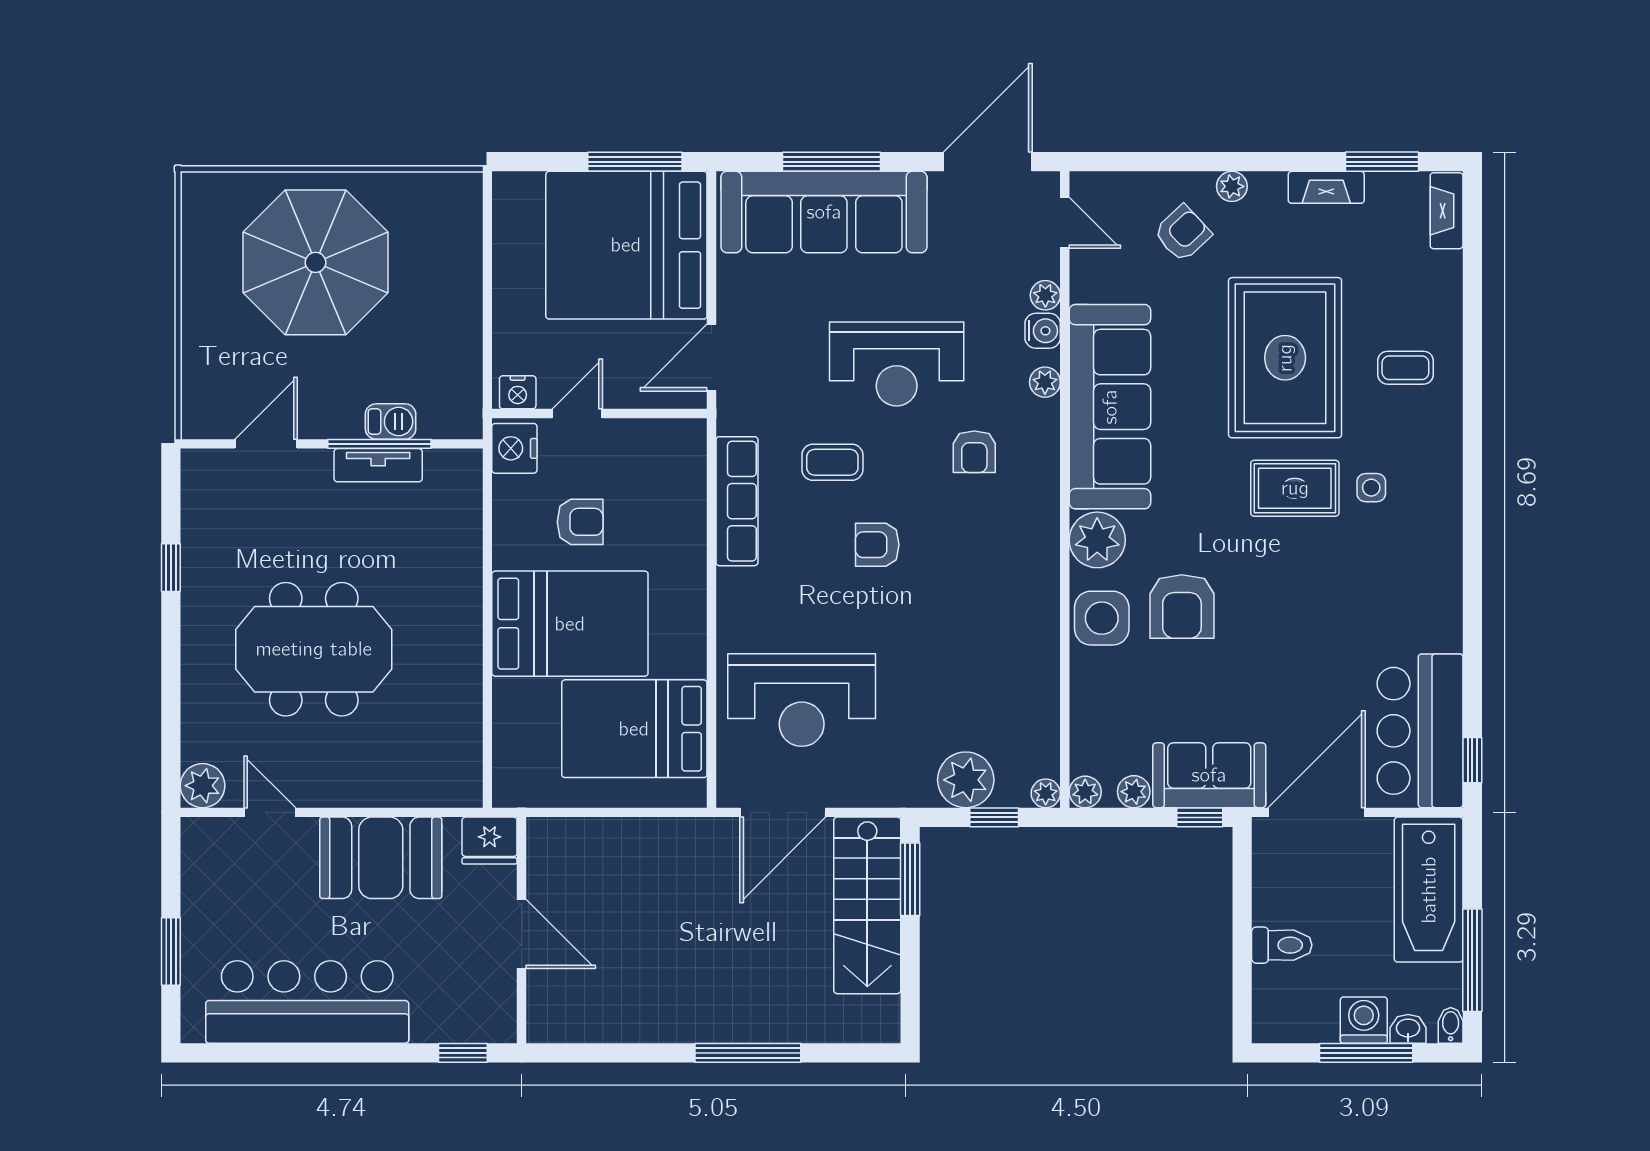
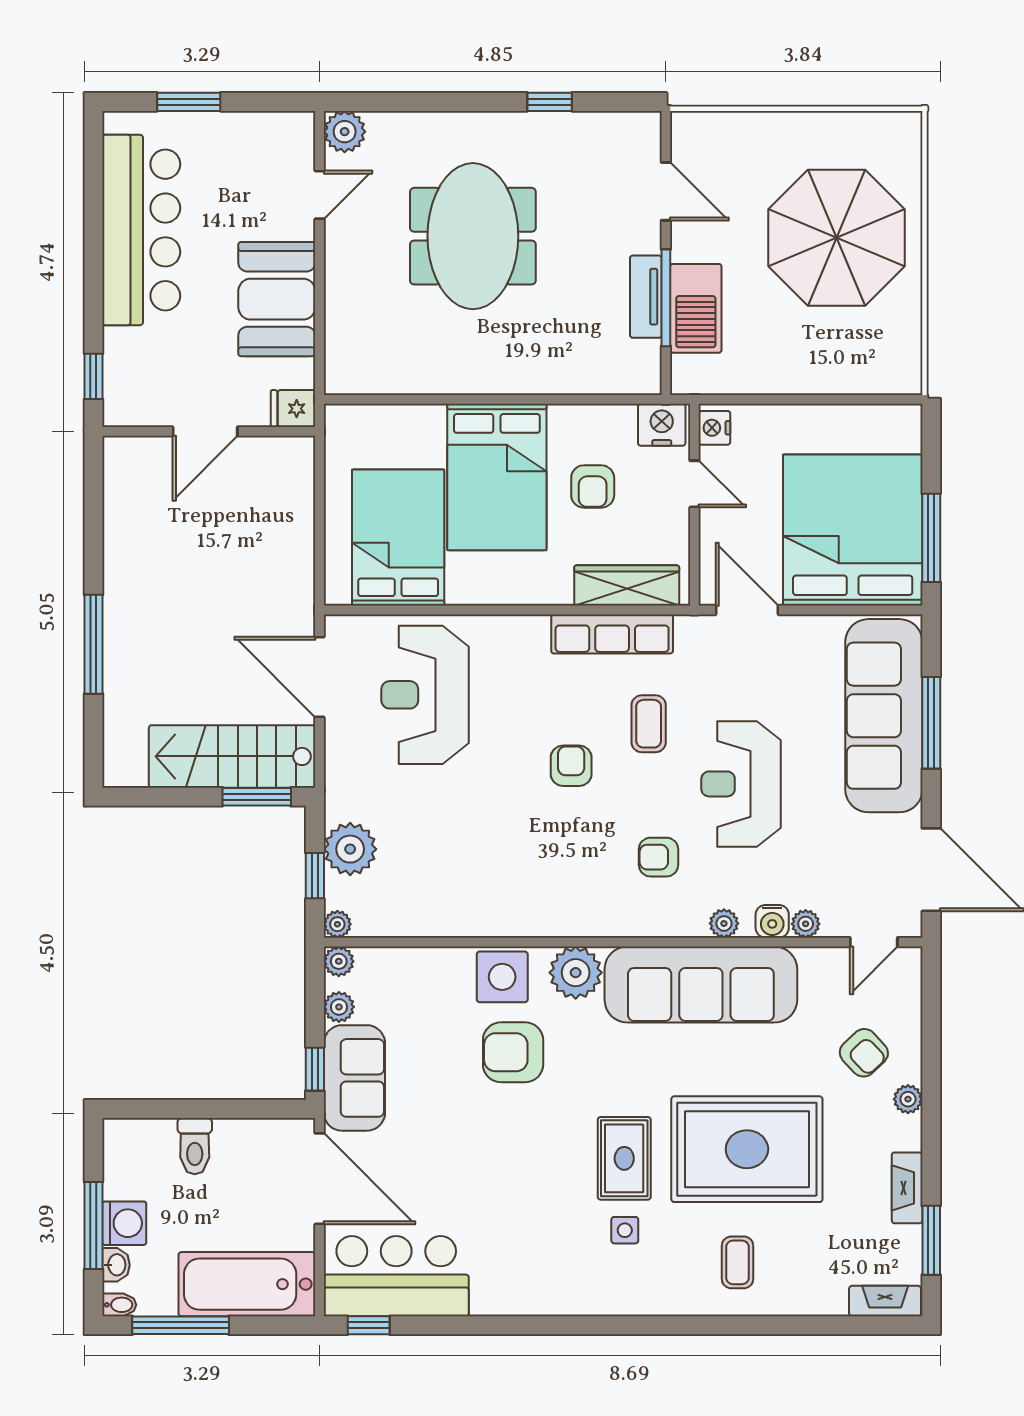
barbecue: (391, 422) -> (696, 308), width x1.88, depth x1.53
wardrobe: (685, 486) -> (627, 585), added
fridge: (490, 841) -> (293, 409), width x0.72

